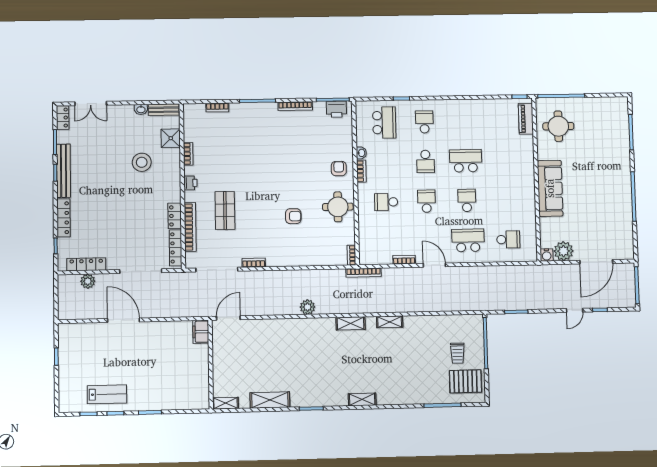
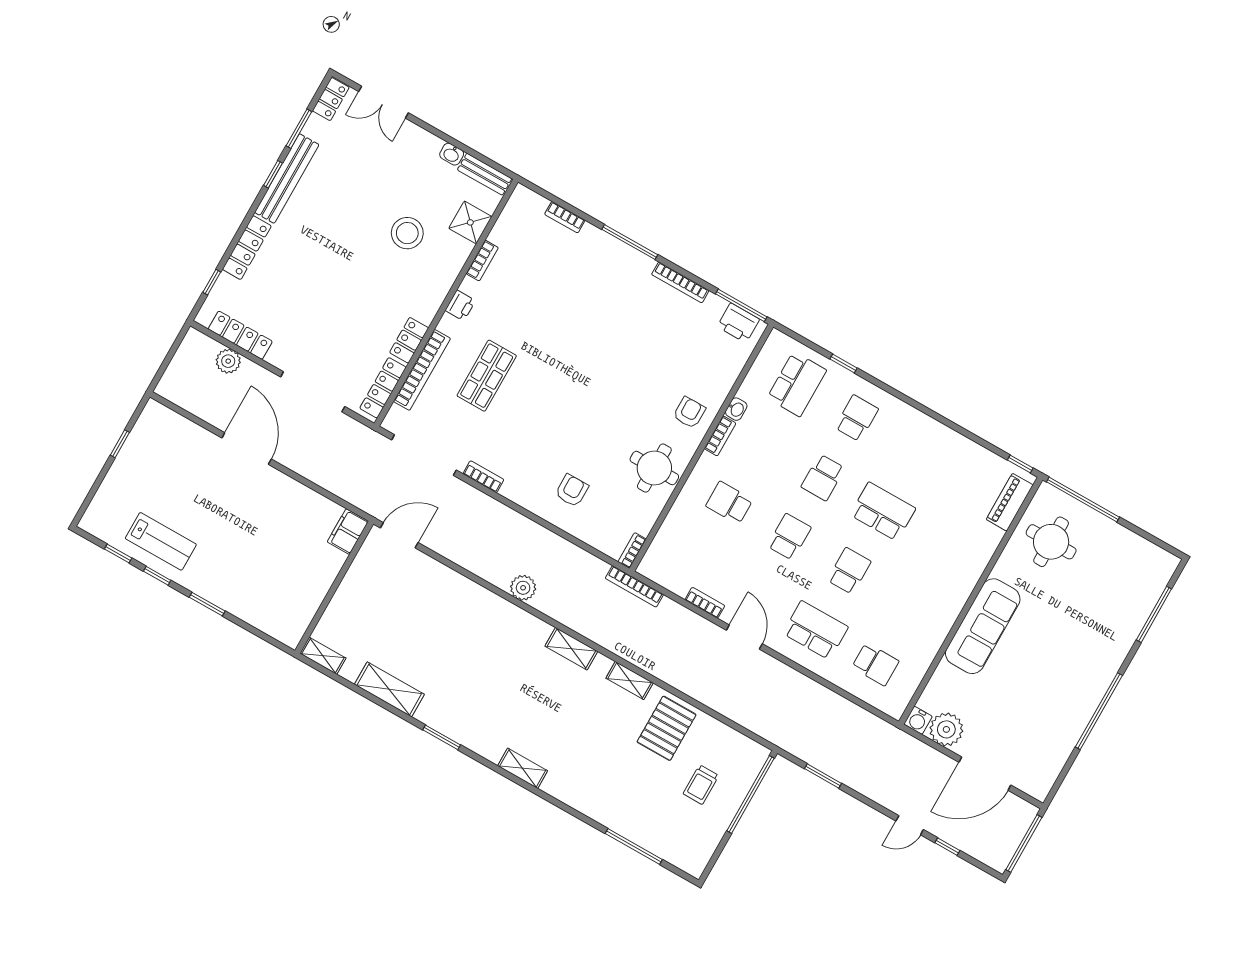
armchair: (293, 216) -> (572, 491), moved, turned -90
pallet: (465, 381) -> (667, 728), moved, turned 90

